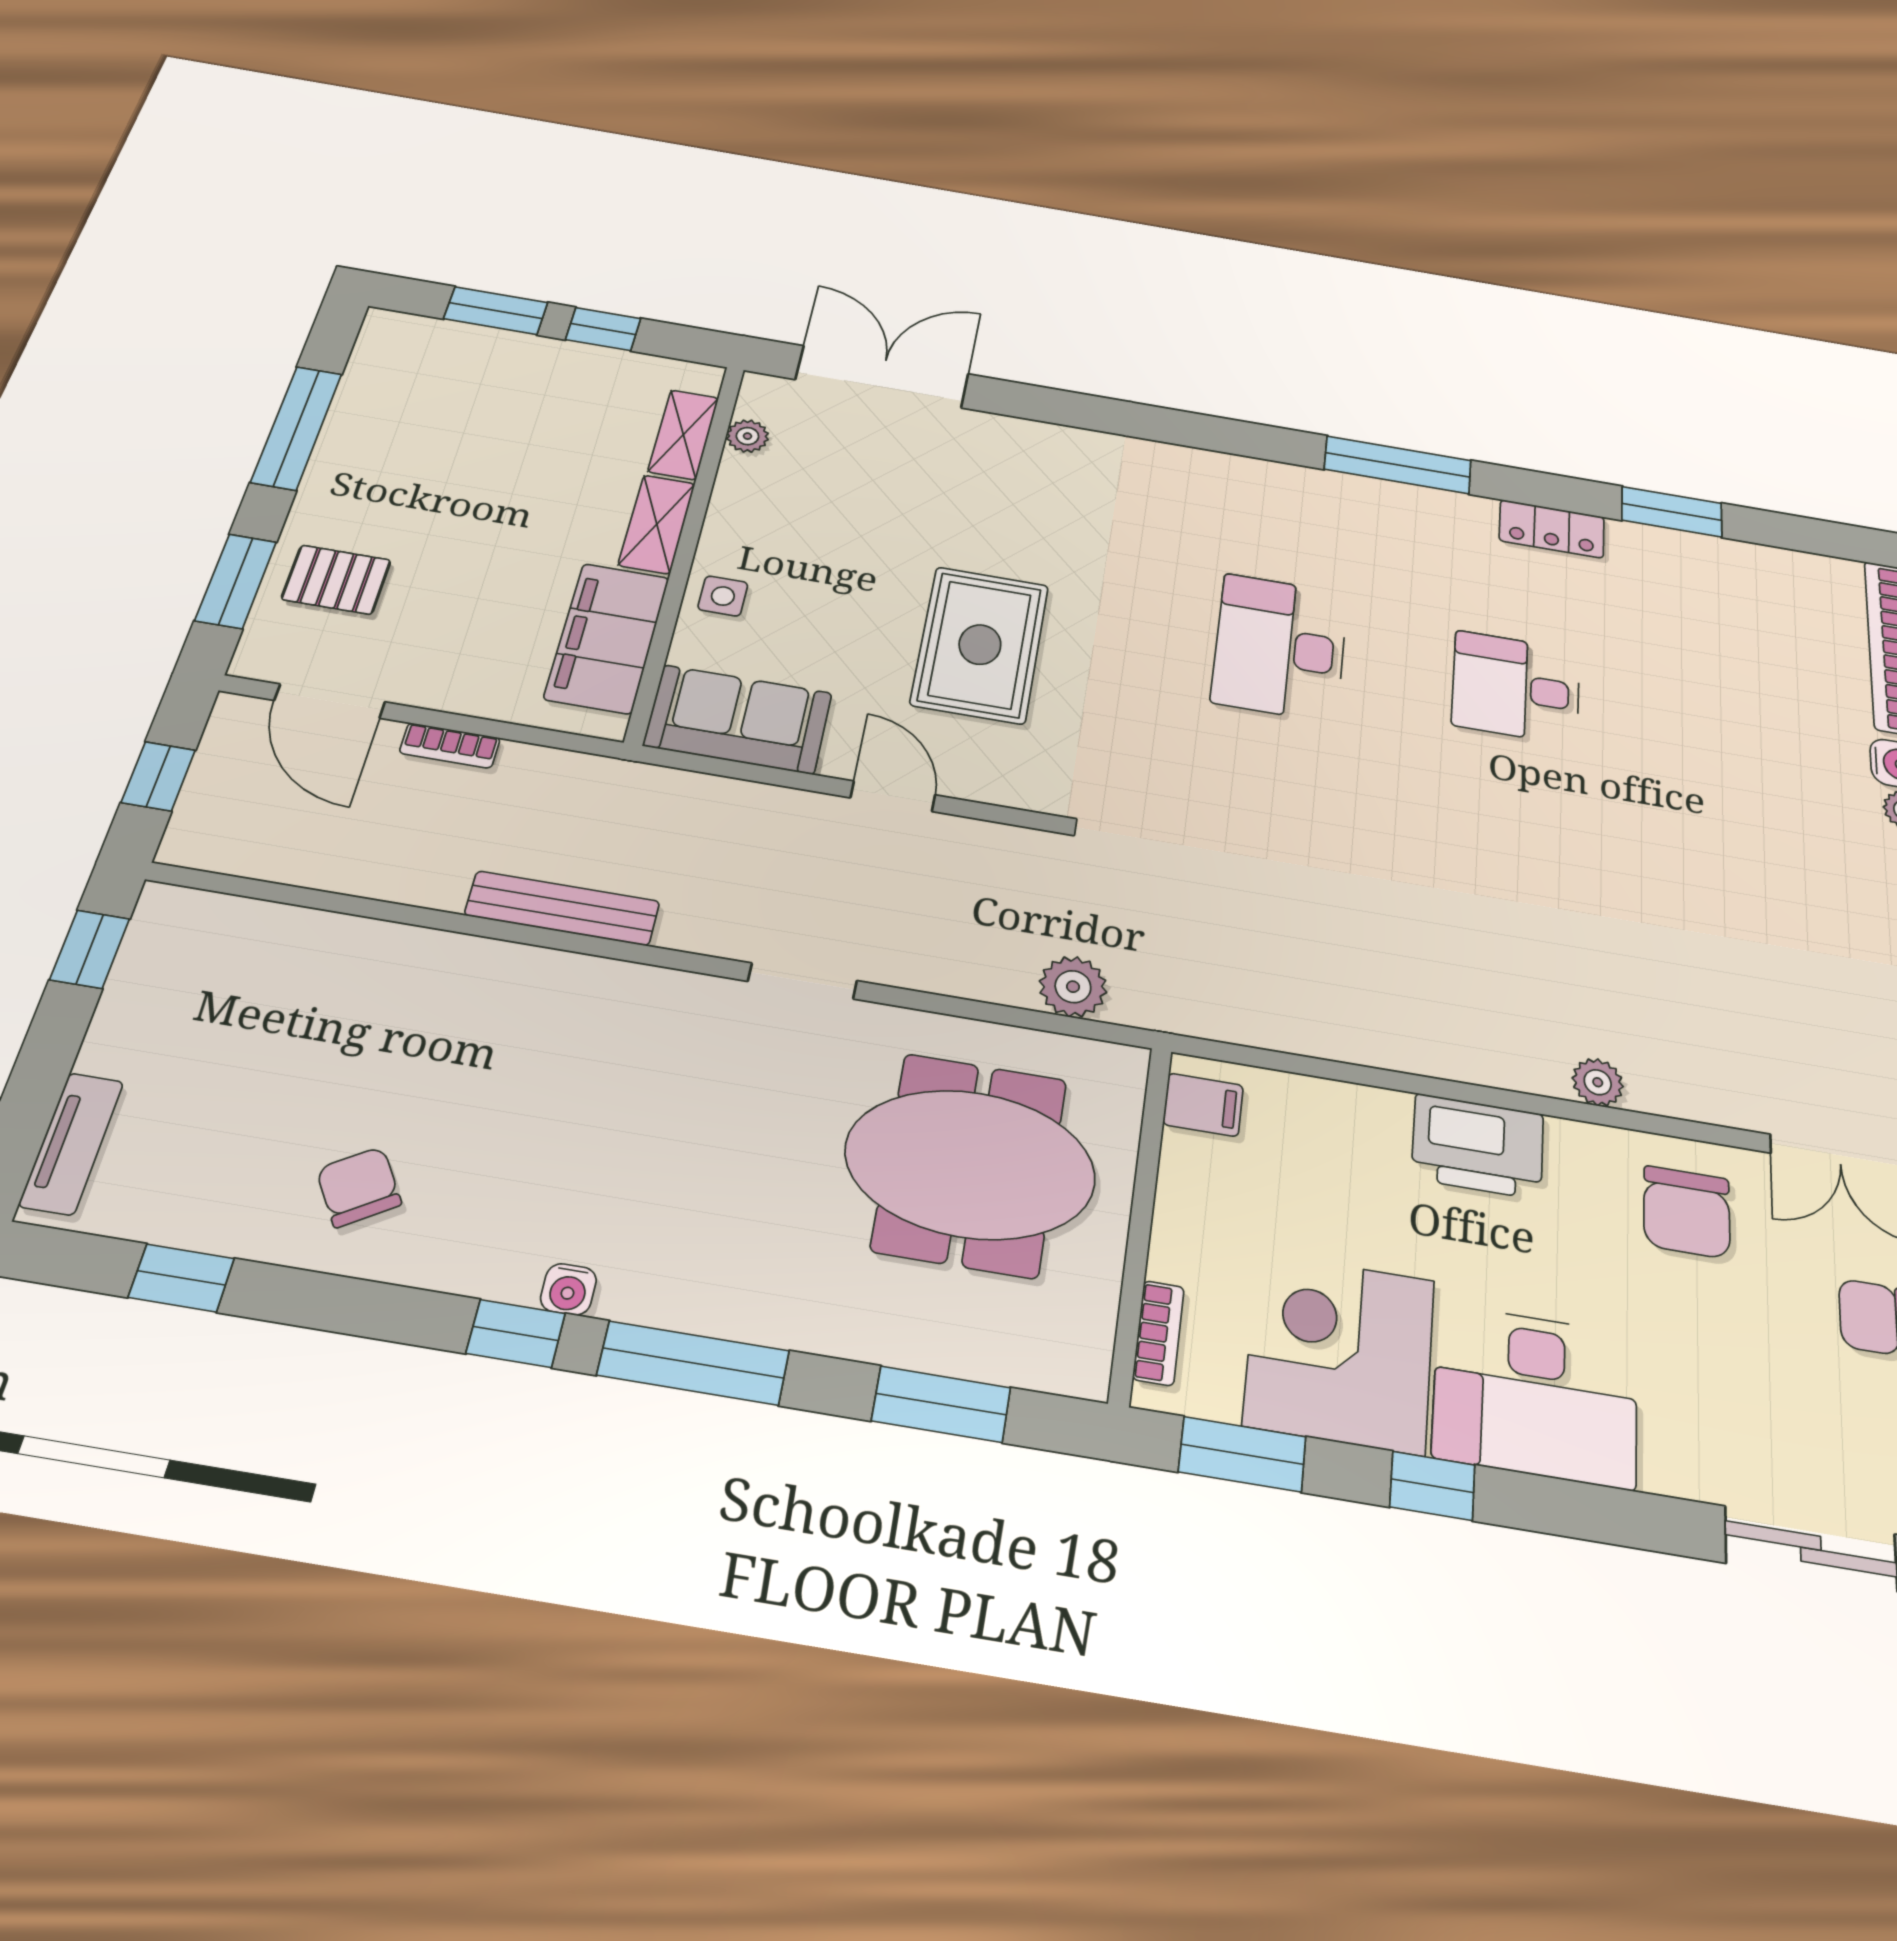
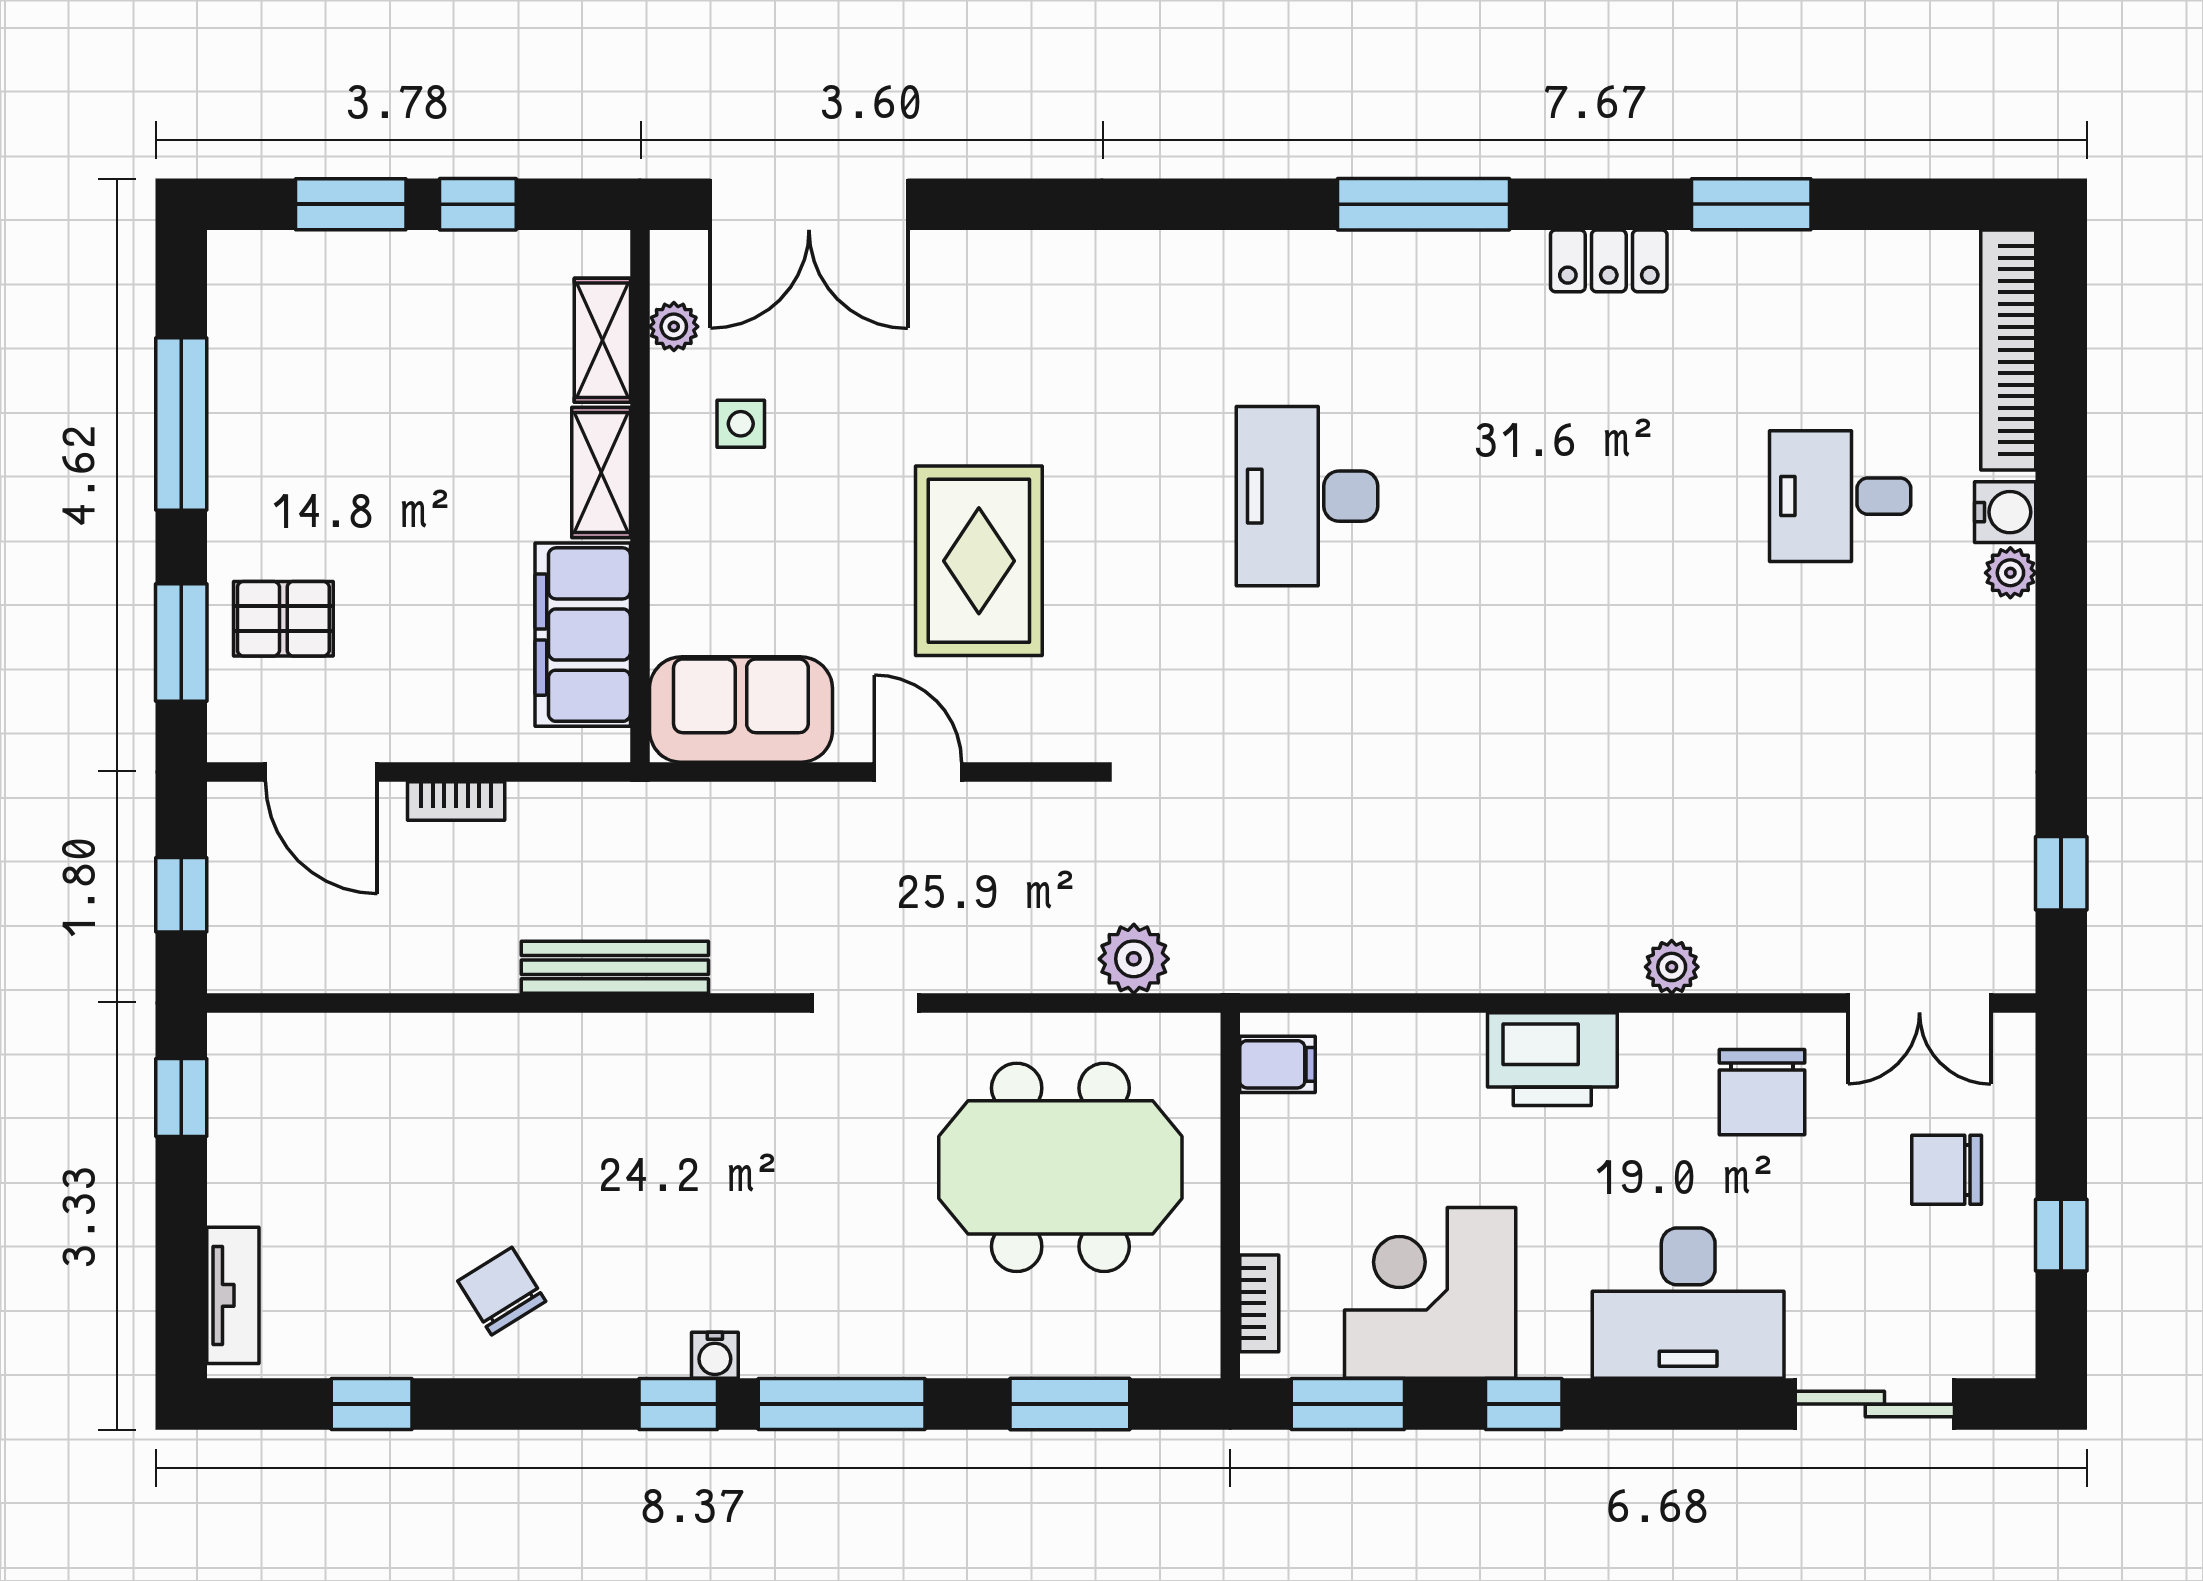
double door: (882, 377) -> (809, 204), swing flipped
side table: (723, 596) -> (741, 424), moved
desk: (1516, 688) -> (1840, 496), moved
desk: (1535, 1395) -> (1688, 1303), moved

